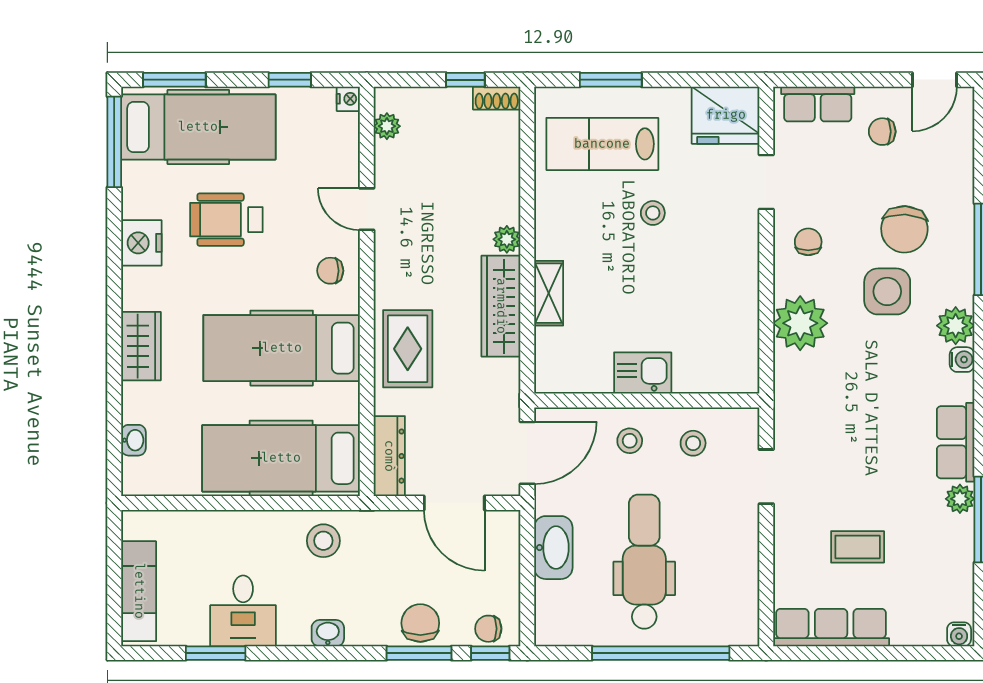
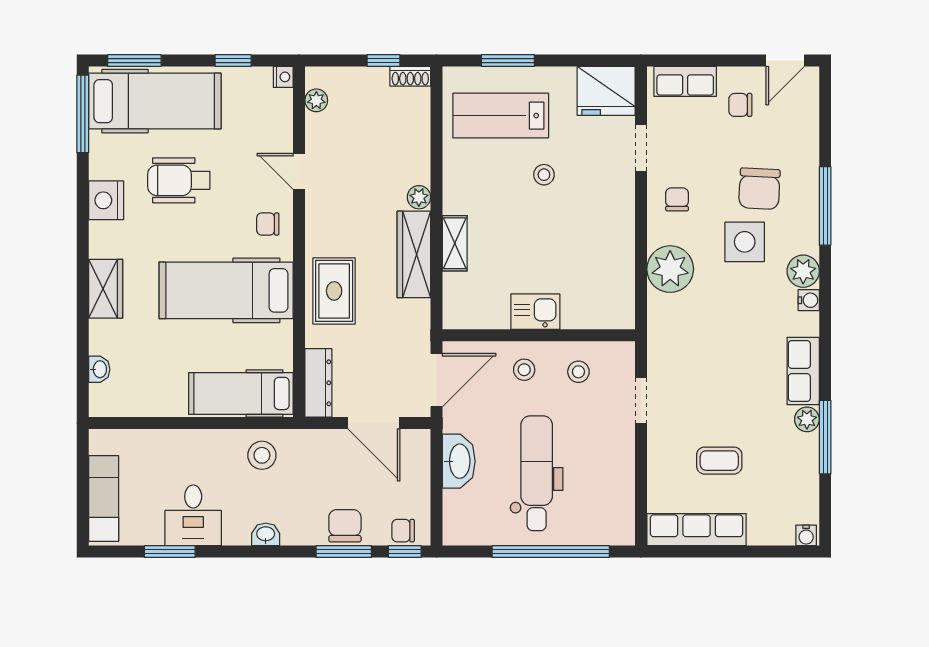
hospital bed: (281, 458) -> (241, 393), width x0.73, depth x0.78

